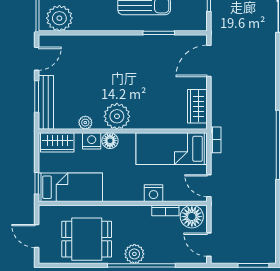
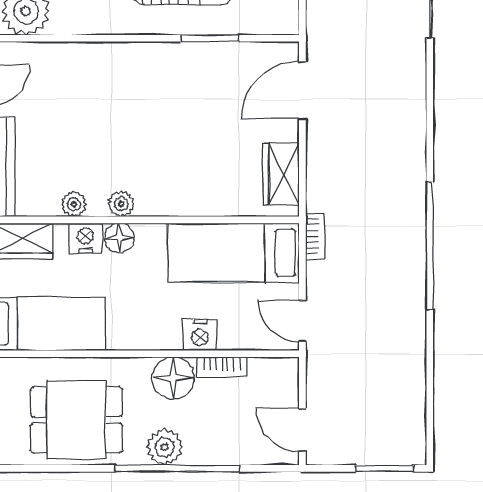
plant: (117, 116) -> (121, 204), width x0.53, depth x0.53
floor lamp: (192, 217) -> (173, 378), moved

